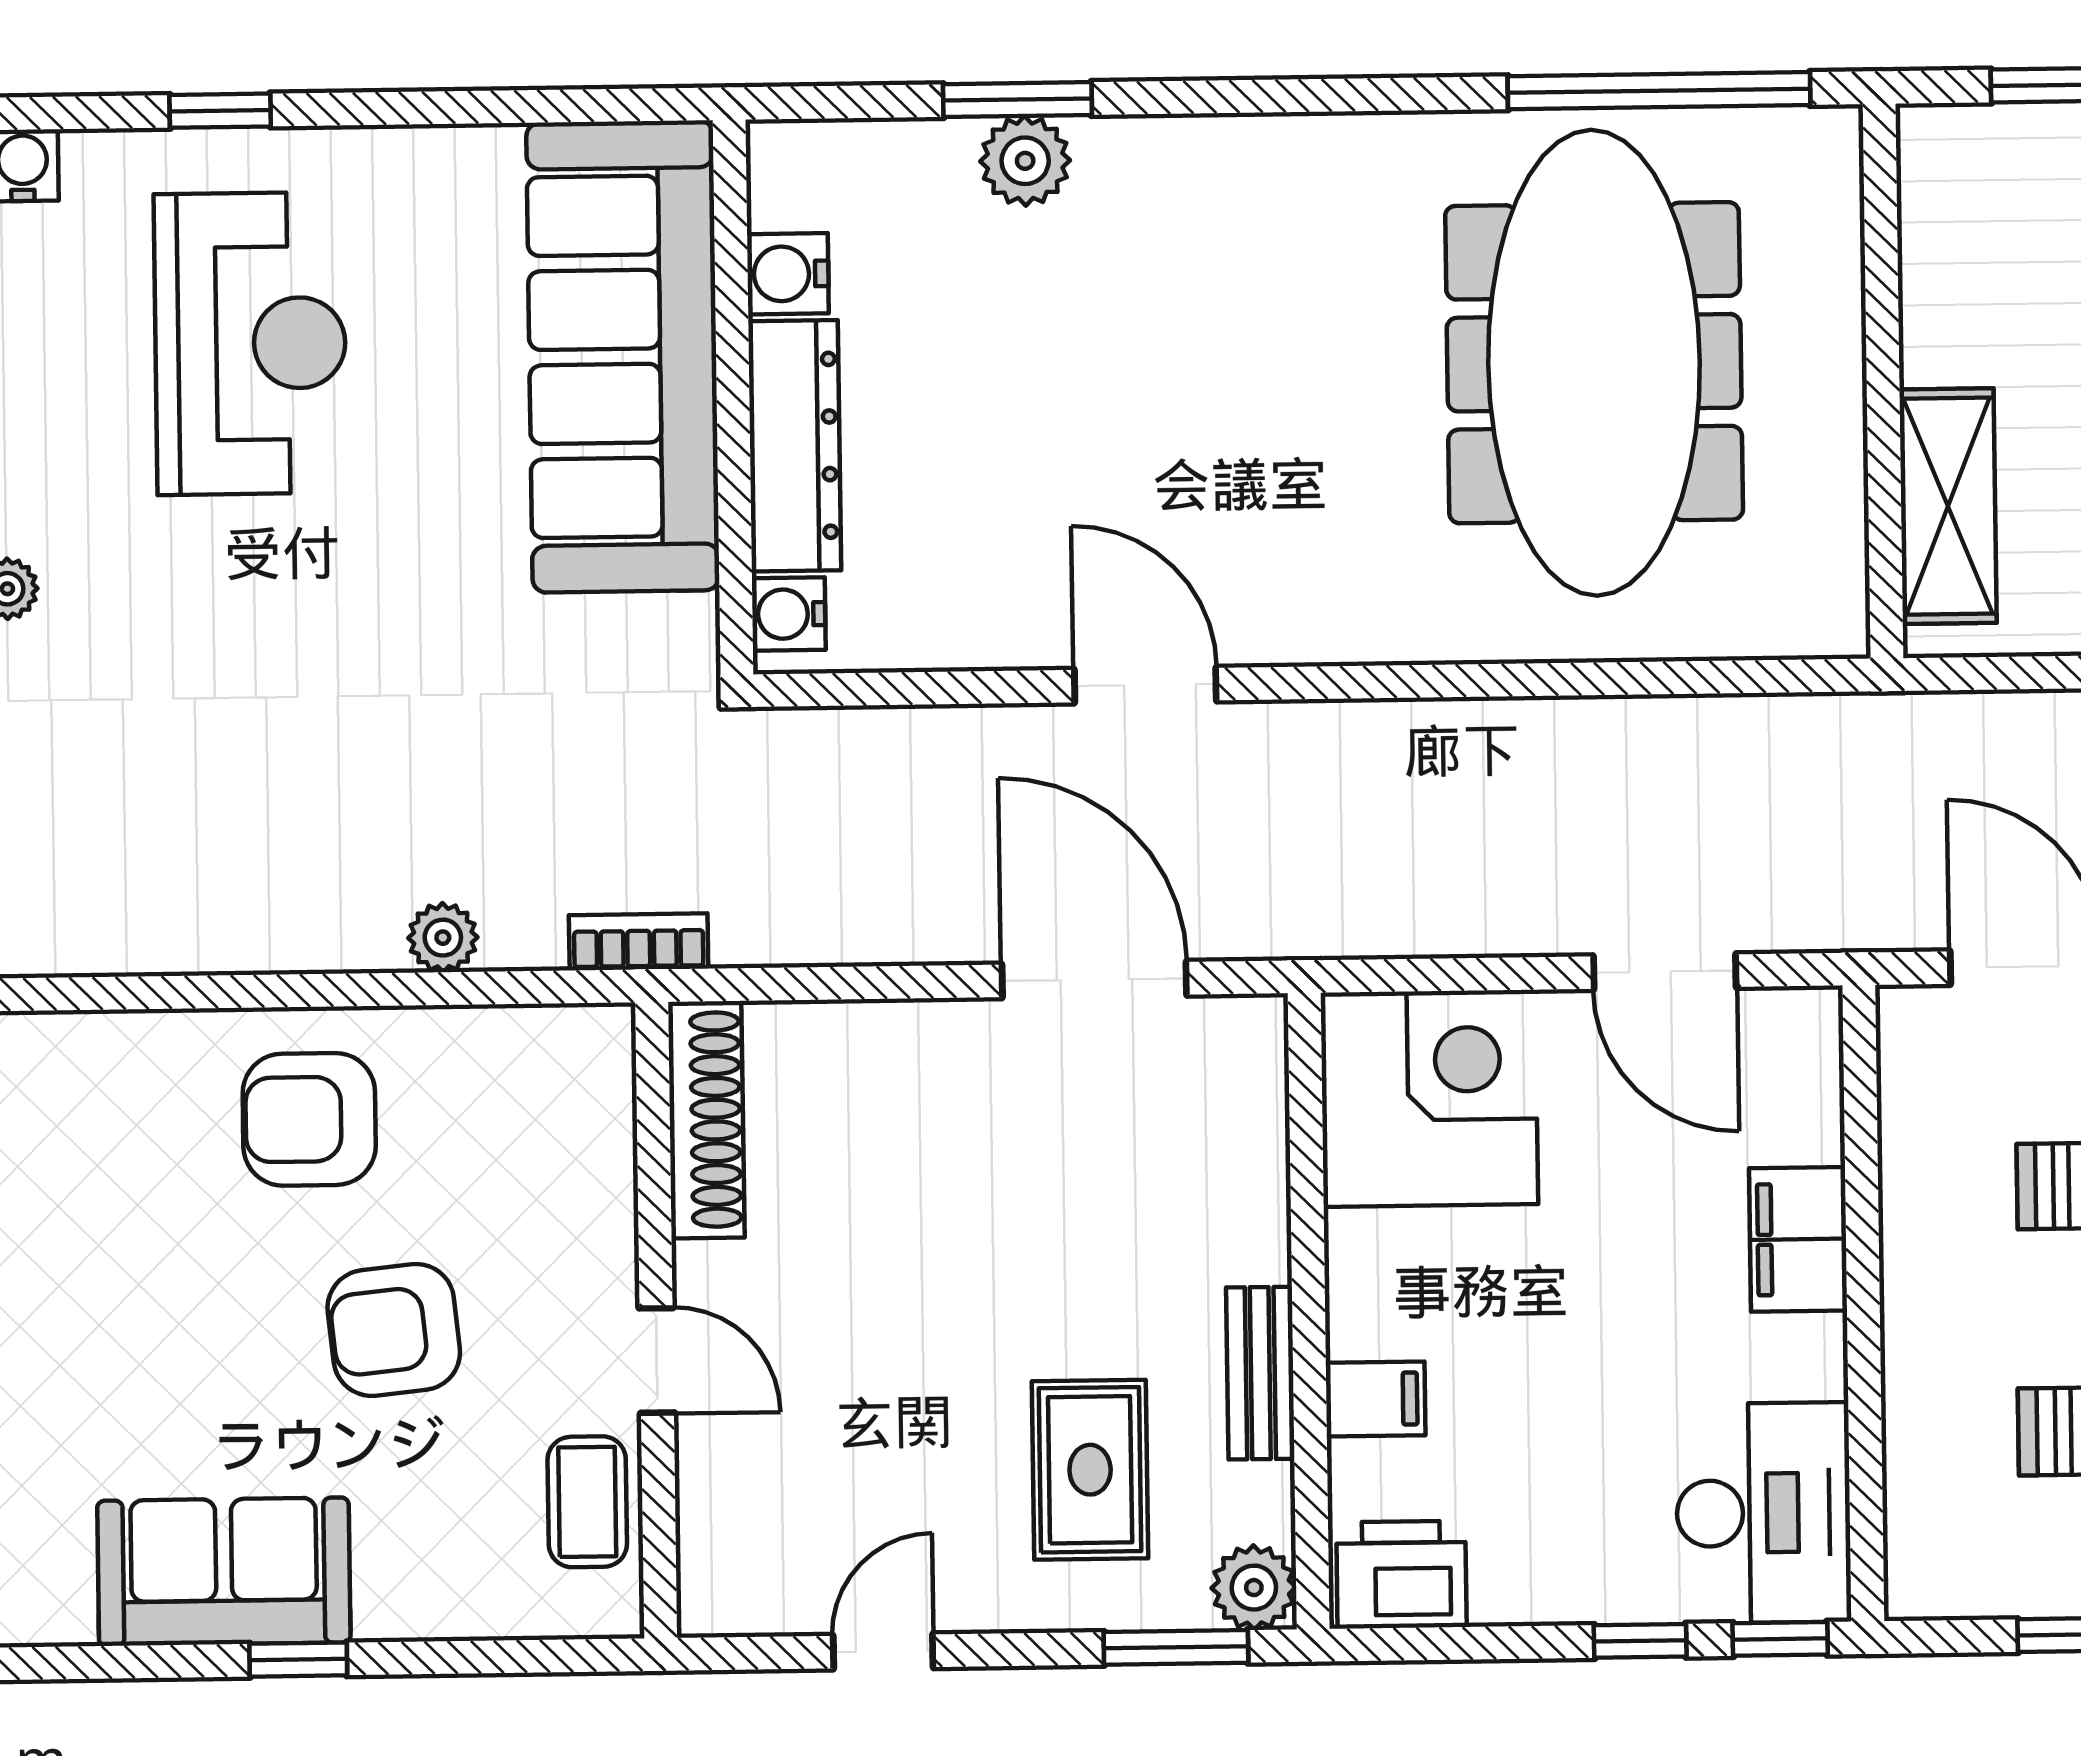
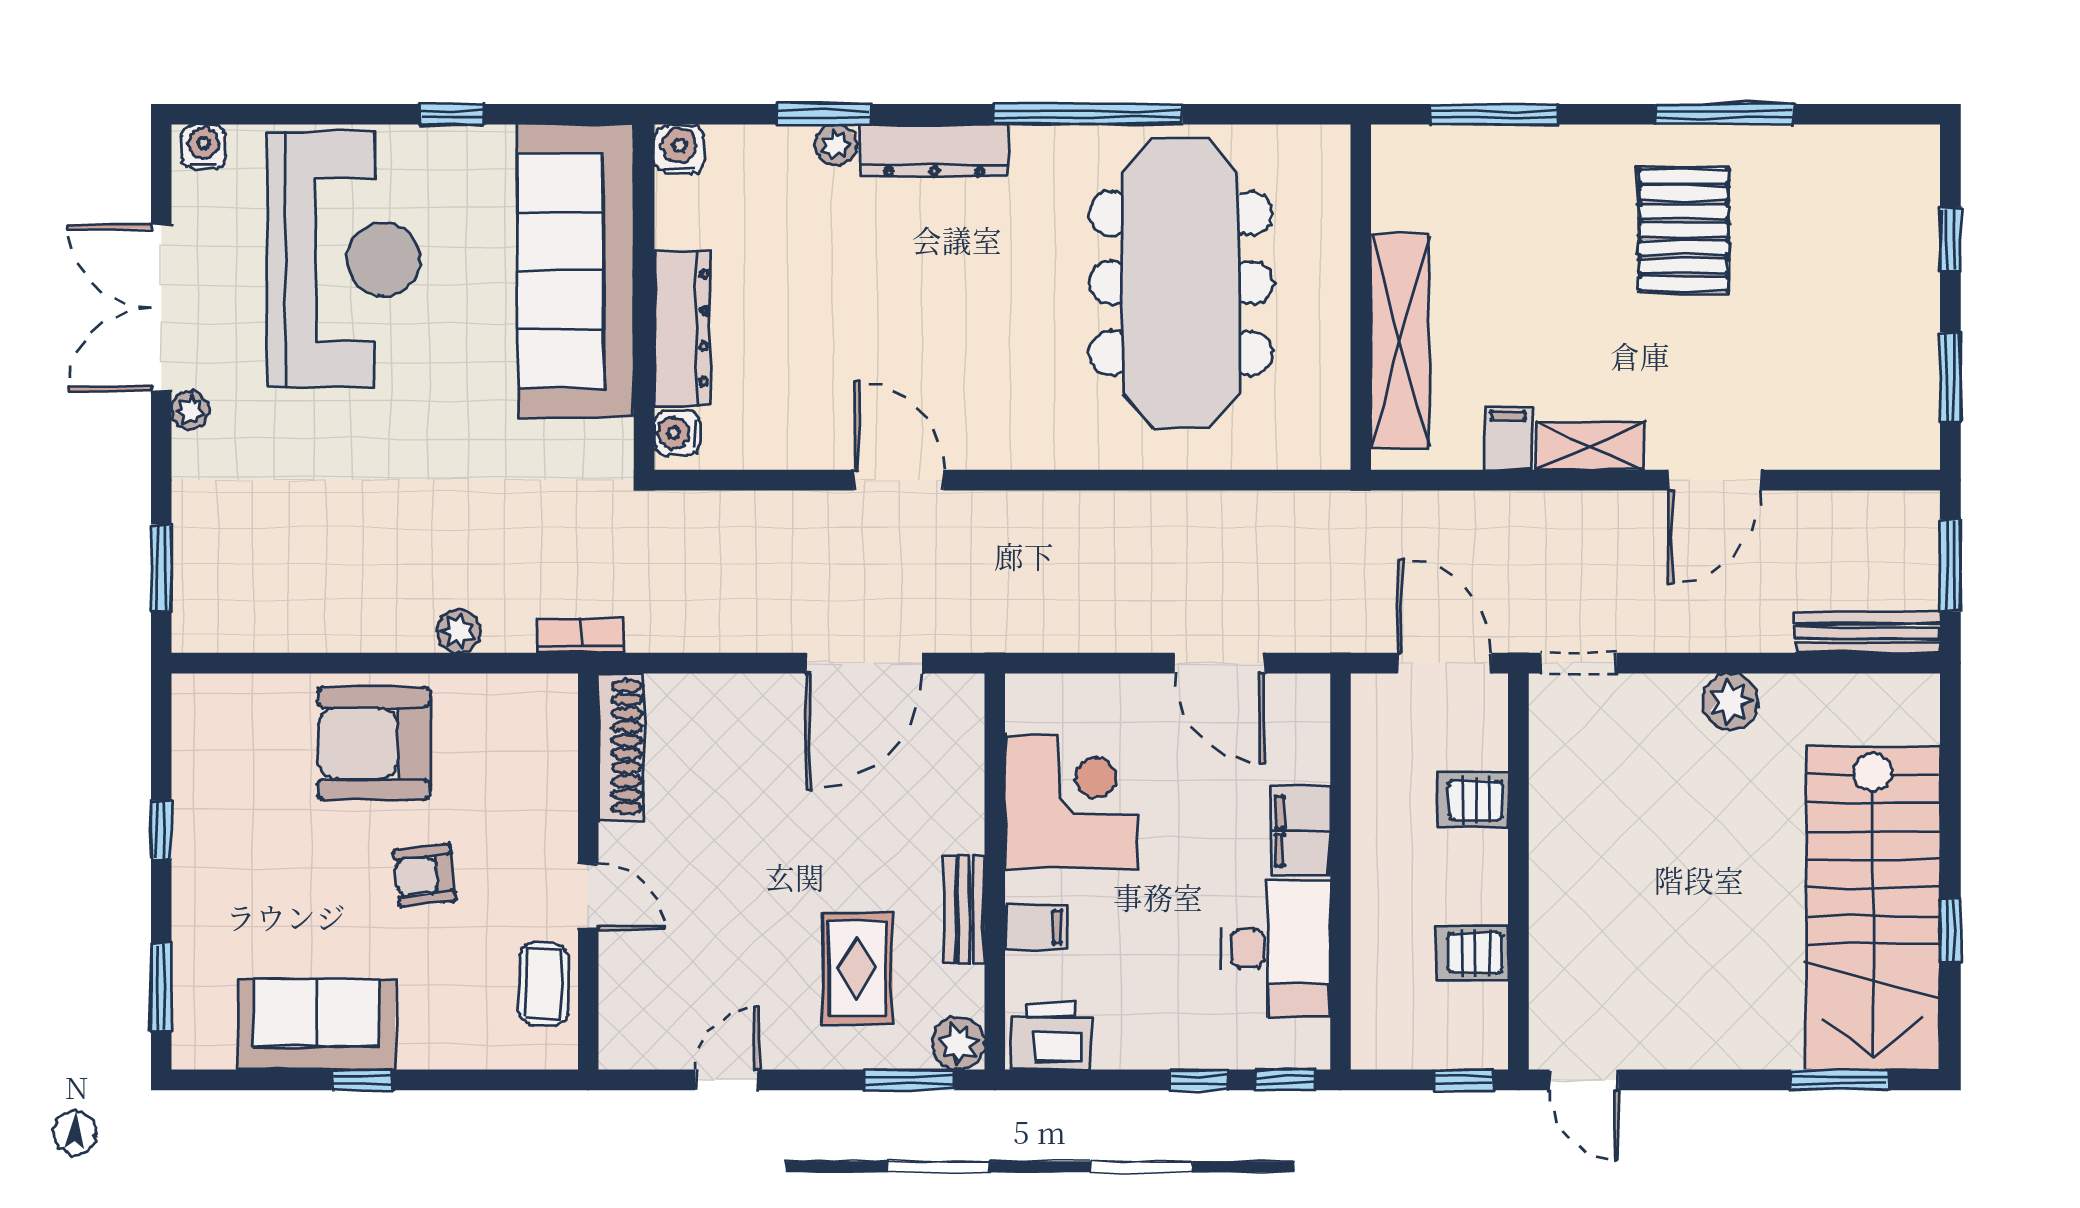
window: (1659, 91) -> (1088, 114), moved
window: (220, 111) -> (452, 114), moved
dresser: (1196, 156) -> (935, 151), added
plant: (1025, 161) -> (836, 145), width x0.73, depth x0.73
water cooler: (788, 274) -> (679, 149), moved, turned 90
reception desk: (250, 343) -> (344, 259), width x1.36, depth x1.30
shelving: (1948, 506) -> (1400, 341), width x1.47
door: (1094, 980) -> (864, 663), swing flipped
corner desk: (1429, 1098) -> (1072, 802), moved
armchair: (309, 1119) -> (374, 743), width x1.36, depth x1.36
armchair: (394, 1330) -> (425, 875), width x0.72, depth x0.72
desk: (1764, 1513) -> (1276, 949), moved

